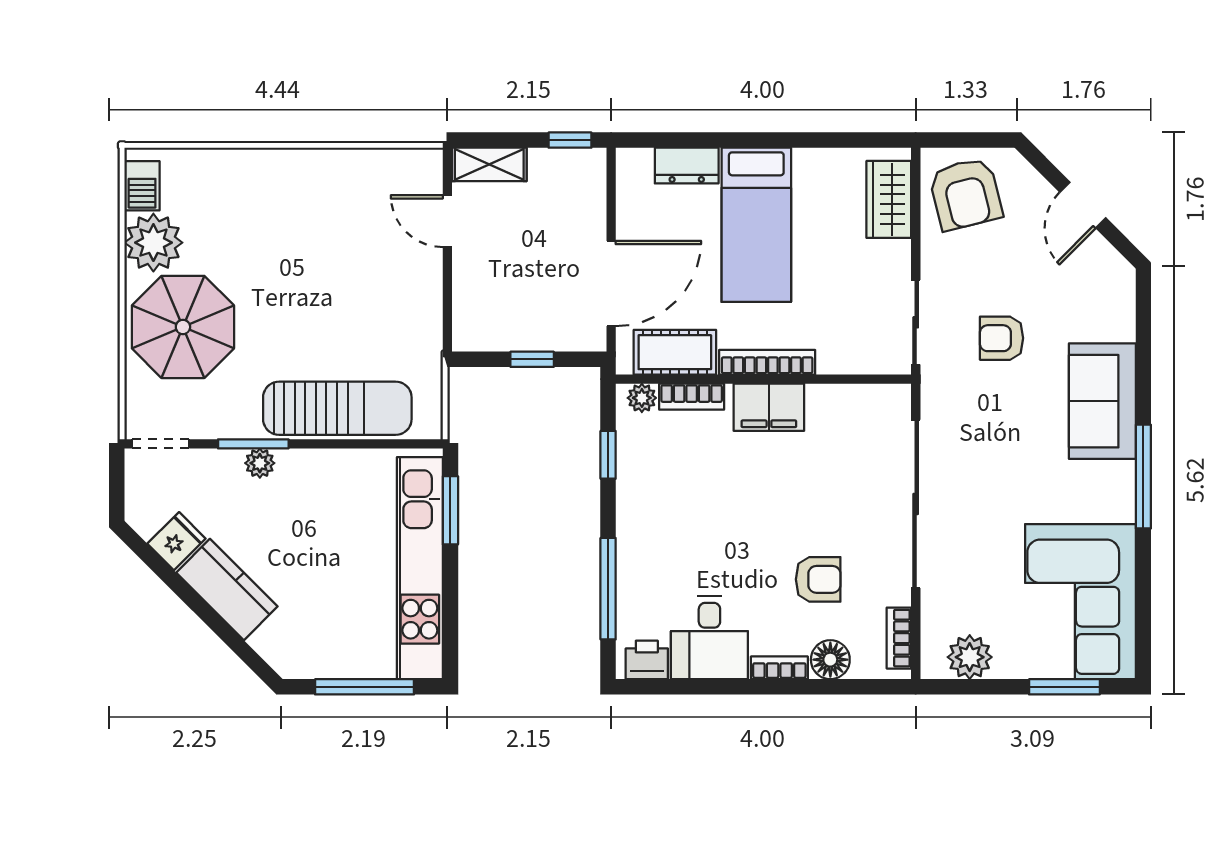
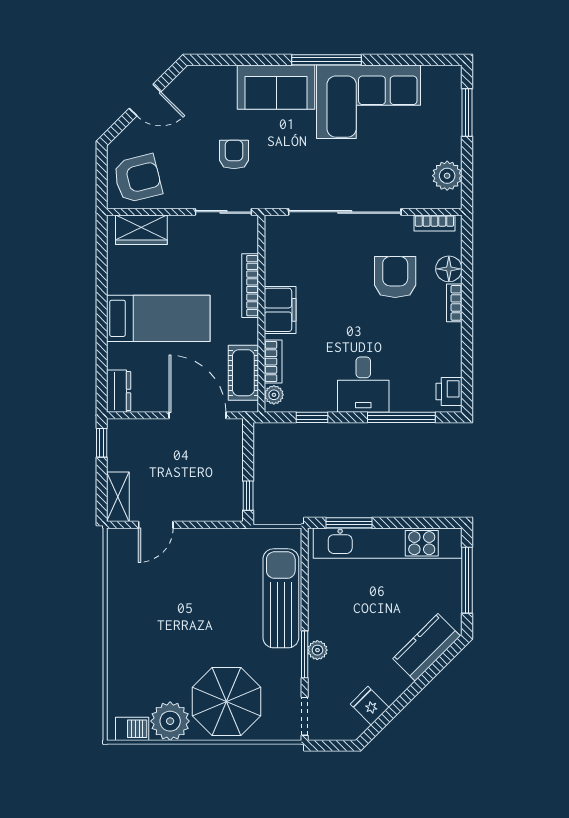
dresser: (687, 166) -> (119, 391), moved
armchair: (1001, 338) -> (234, 154), turned 180
window: (532, 359) -> (248, 496), moved
bookcase: (767, 362) -> (250, 286), moved
armchair: (818, 579) -> (395, 277), width x1.38, depth x1.38
kitchen counter: (227, 589) -> (427, 647), moved
corner sofa: (1080, 602) -> (369, 102), moved
desk: (709, 638) -> (363, 385), moved, turned 90

